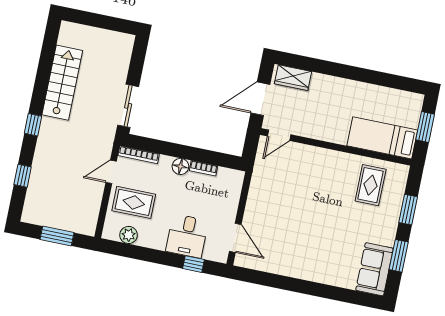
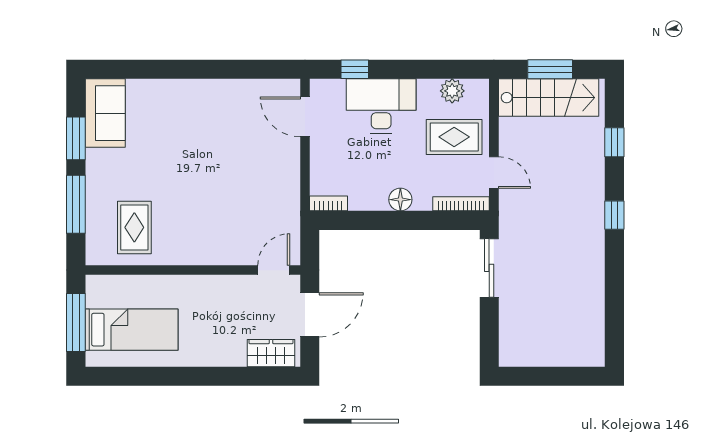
stairs: (62, 83) -> (549, 98), moved, turned -90
window: (425, 127) -> (76, 322), width x1.44
bed: (382, 138) -> (132, 330), moved
bookcase: (203, 168) -> (328, 203), moved
door: (111, 172) -> (494, 173), hinge flipped
window: (408, 210) -> (76, 204), width x1.44
desk: (187, 236) -> (381, 106), width x1.37

